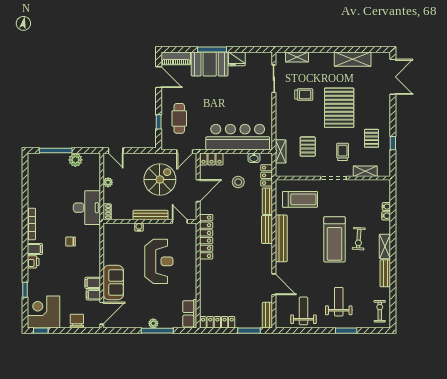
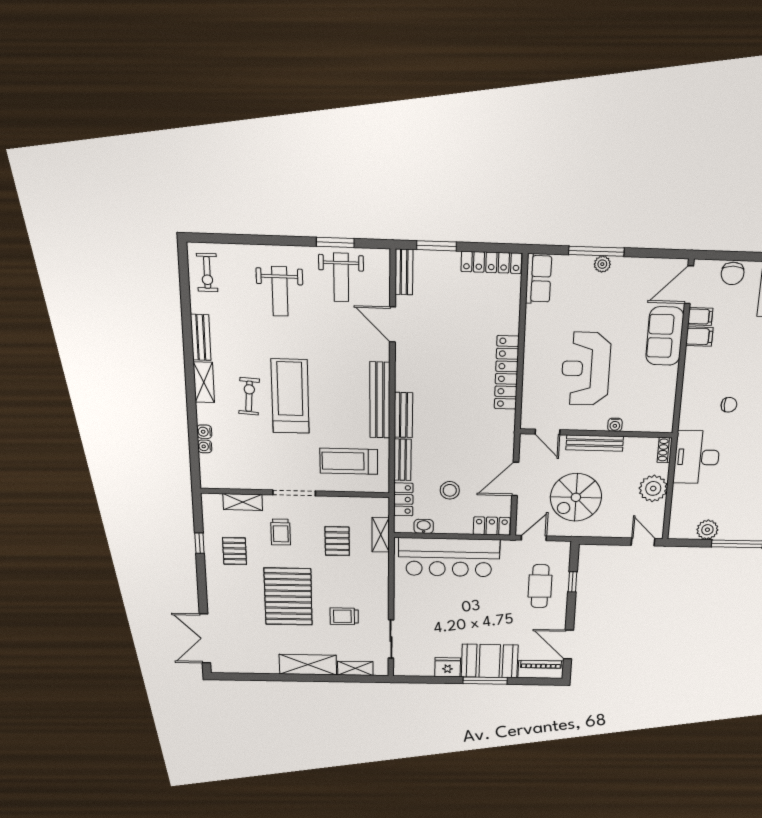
shelving: (353, 59) -> (308, 665), moved
plant: (108, 182) -> (653, 488), width x1.87, depth x1.87
locker: (206, 237) -> (507, 373), moved
window: (346, 331) -> (335, 242), moved

